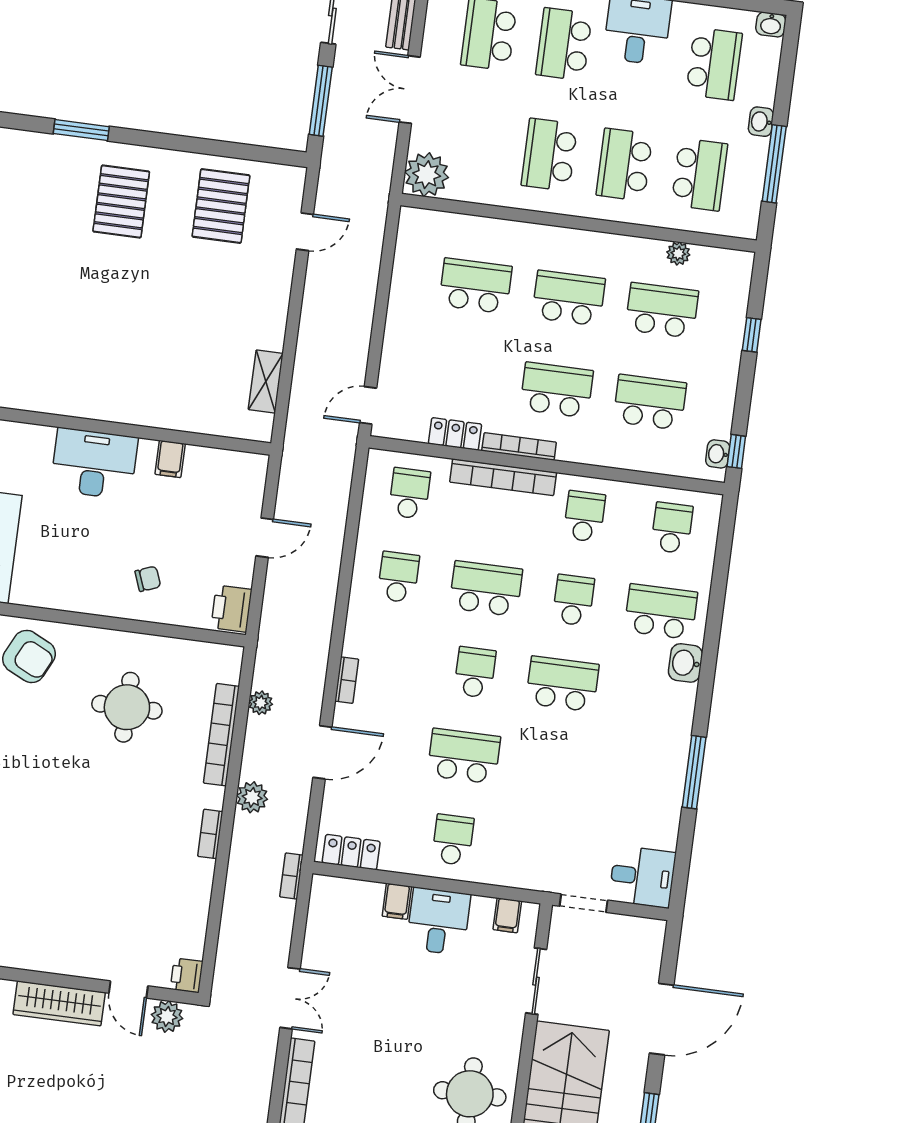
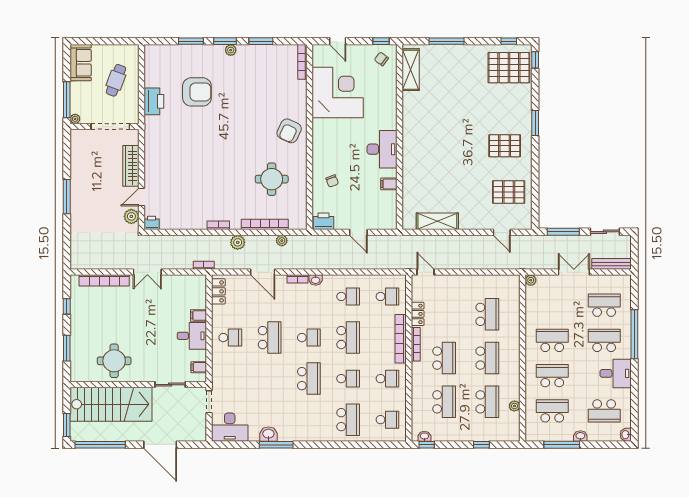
school desk: (699, 174) -> (552, 411), turned 180
plant: (427, 175) -> (531, 280), width x0.53, depth x0.53
shelving: (266, 382) -> (437, 221), width x1.50, depth x1.33
washbasin: (354, 642) -> (316, 280), added
washbasin: (685, 663) -> (268, 434), moved
desk: (642, 877) -> (230, 427), width x1.37

